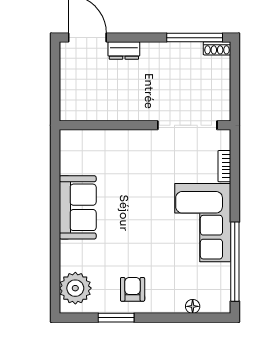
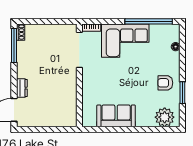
wall: (145, 125) -> (79, 75), moved
doorway: (187, 125) -> (79, 50), moved

